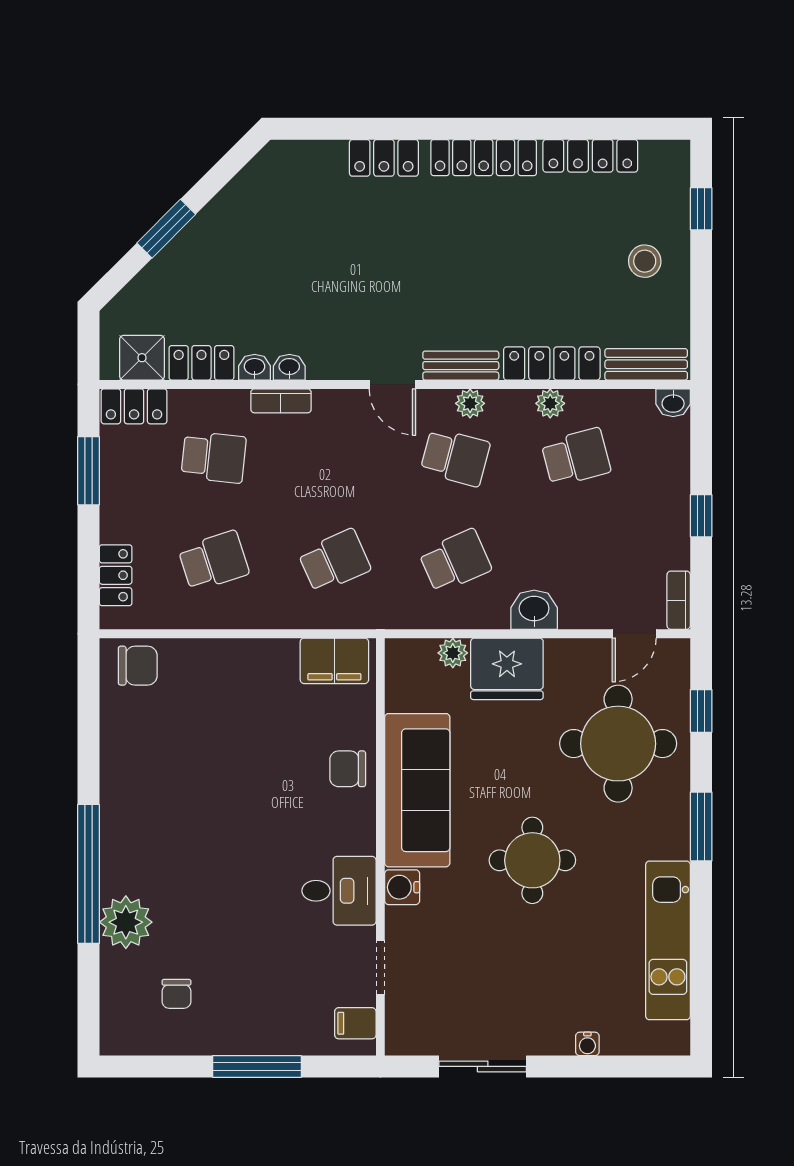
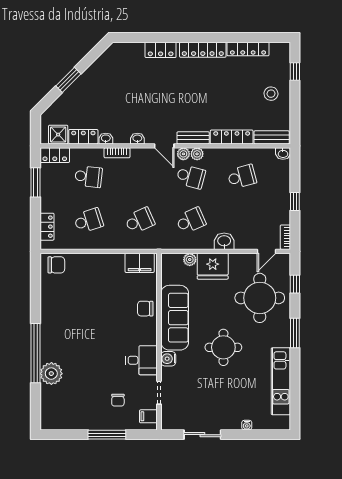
washbasin: (289, 367) -> (137, 139), moved
plant: (550, 403) -> (183, 154), moved
chair: (176, 994) -> (118, 400), moved

